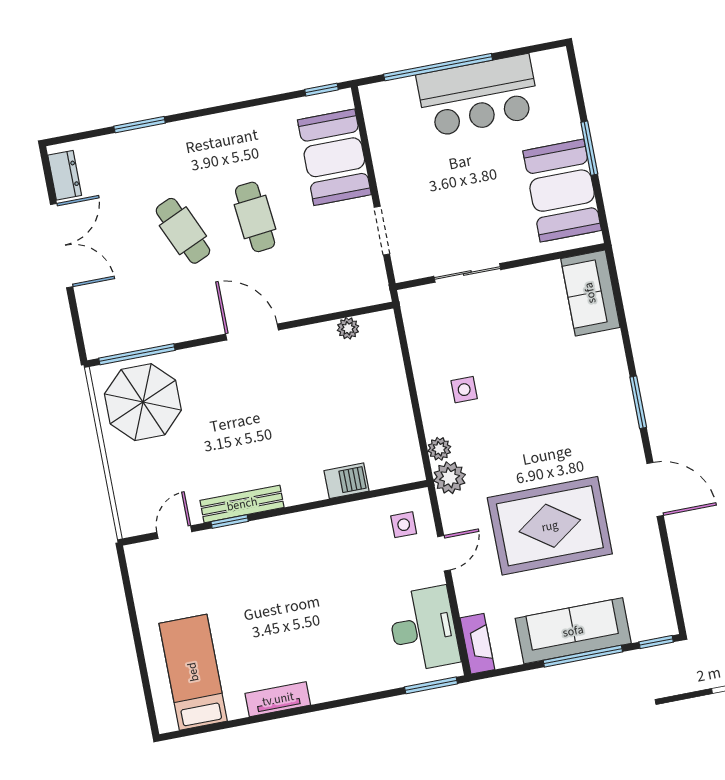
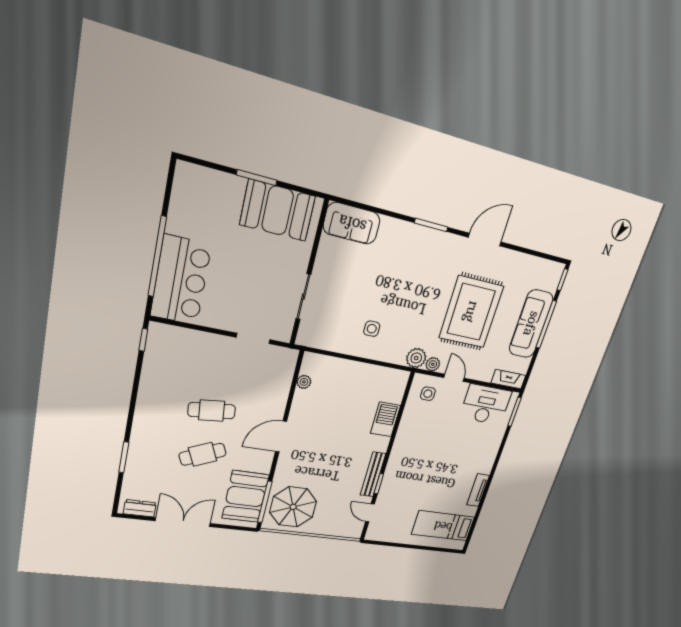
bar counter: (478, 96) -> (181, 280), moved
booth: (334, 157) -> (245, 497), moved, turned 90
plant: (439, 449) -> (433, 364), moved
barbecue: (346, 481) -> (385, 419), width x1.38, depth x1.27

